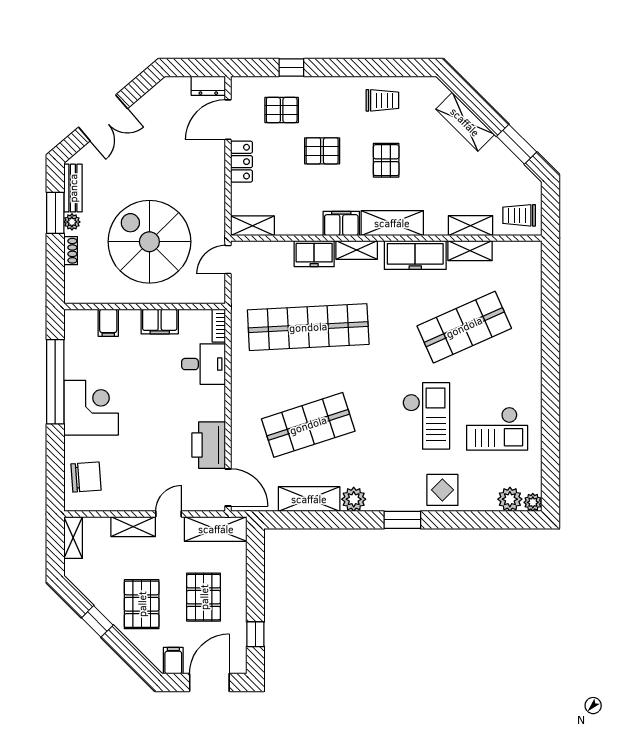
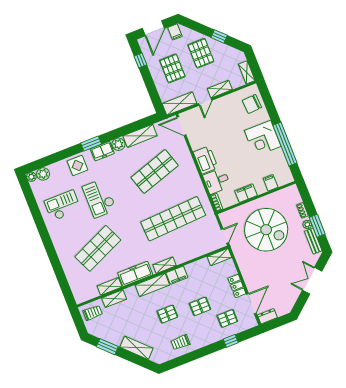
pallet: (386, 160) -> (167, 314), turned 90
freezer: (314, 254) -> (102, 151), moved, turned 180
printer: (209, 445) -> (206, 160), moved

